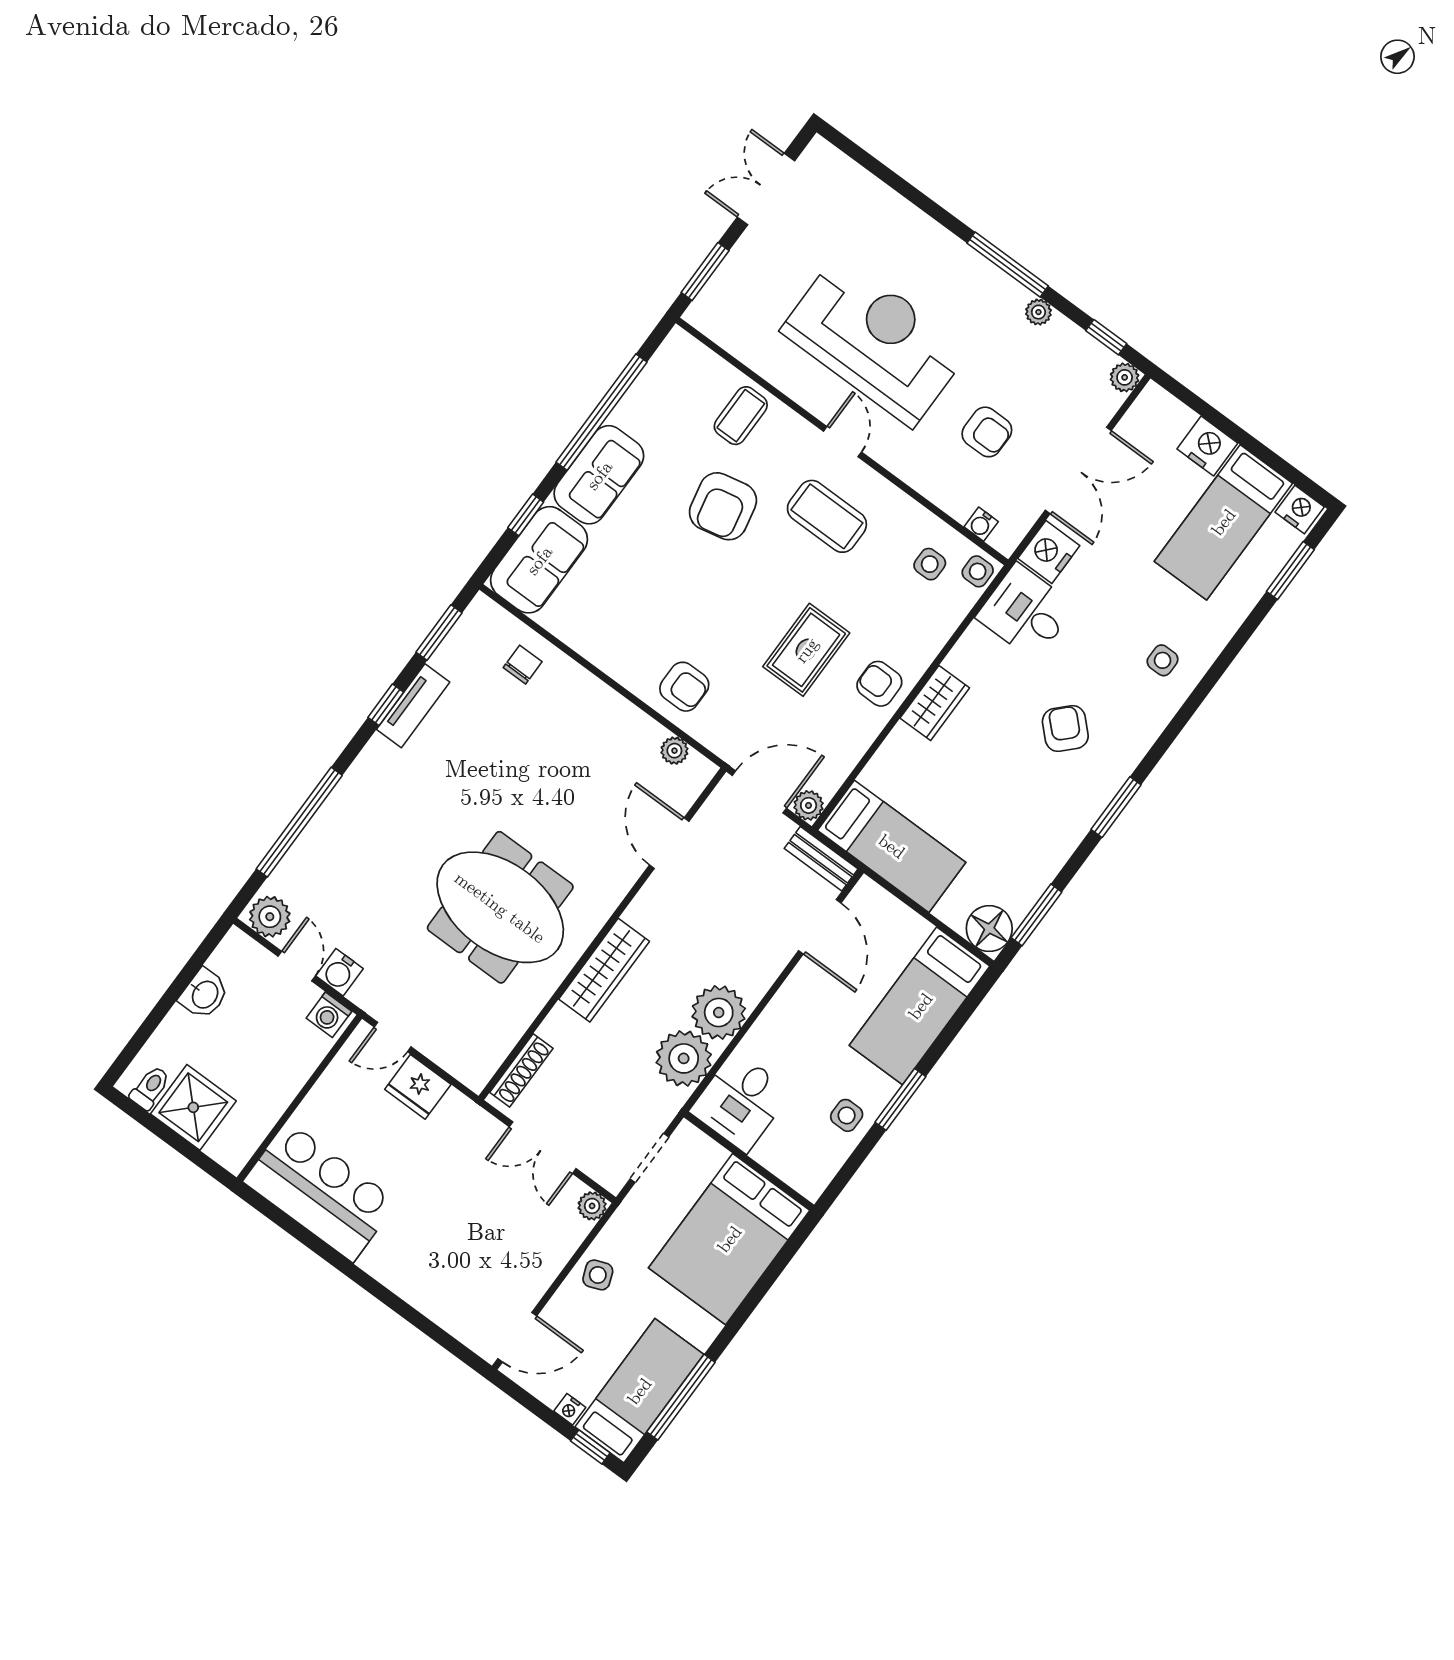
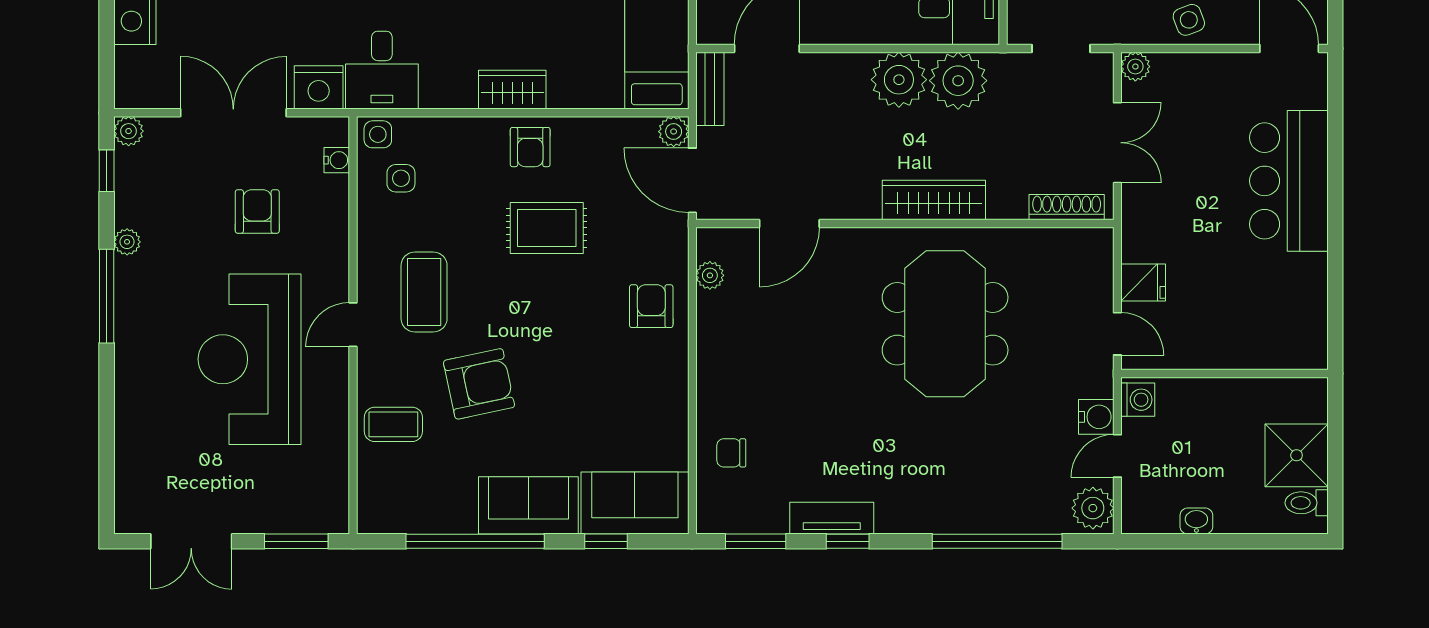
washbasin: (204, 994) -> (1196, 521), width x0.72, depth x0.69
fridge: (418, 1087) -> (1143, 283), width x0.72
bar counter: (320, 1192) -> (1289, 181), moved

